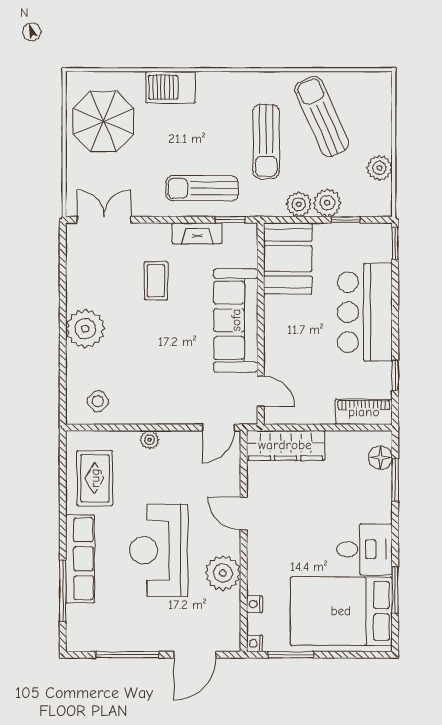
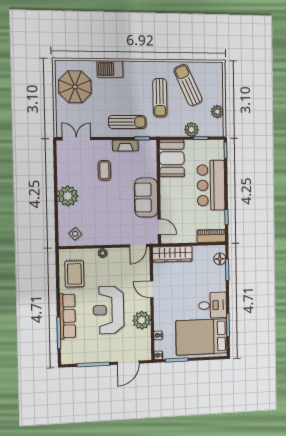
sun lounger: (202, 188) -> (127, 122), turned 180
plant: (299, 204) -> (177, 130), removed
sofa: (236, 320) -> (146, 197), width x0.73

